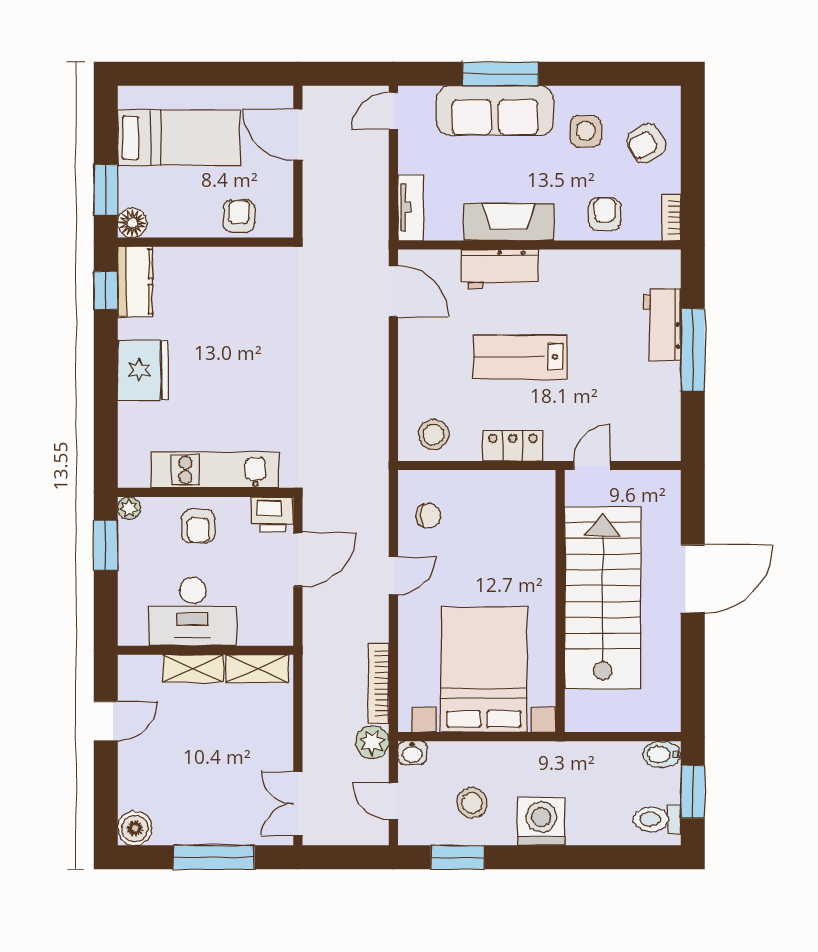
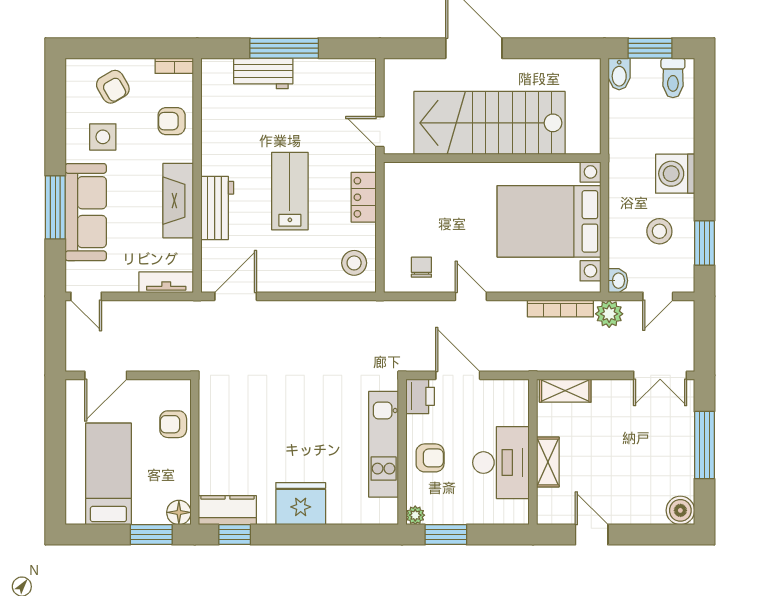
lab bench: (520, 357) -> (290, 191), turned 180
shelving: (257, 669) -> (565, 391), moved, turned 90

